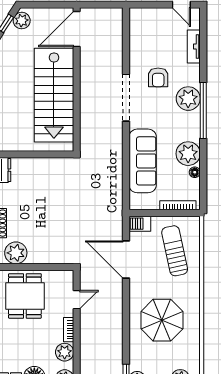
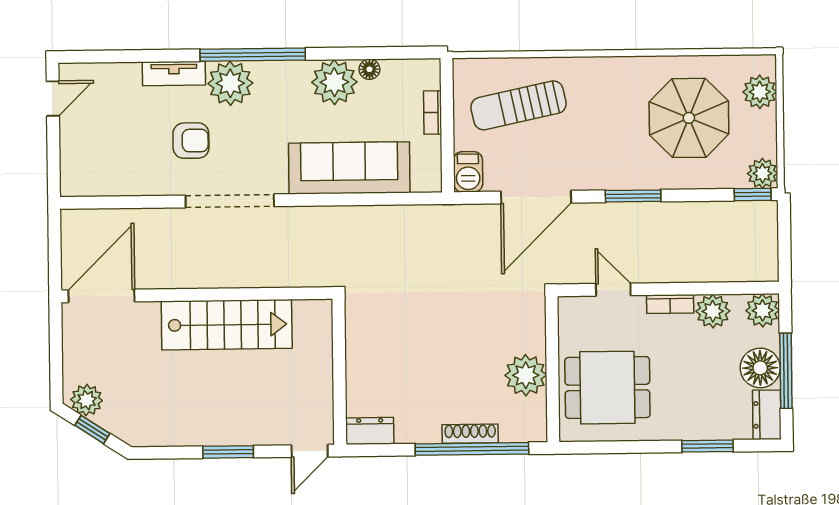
door: (77, 29) -> (101, 296), swing flipped
tv unit: (194, 47) -> (174, 73), moved
stairs: (54, 95) -> (227, 325), width x0.73, depth x0.66
bookcase: (178, 205) -> (433, 113), width x0.64
plant: (16, 253) -> (526, 375), moved
window: (126, 311) -> (633, 196), added
parasol: (162, 320) -> (689, 118), moved

